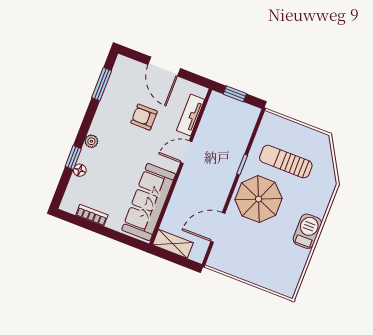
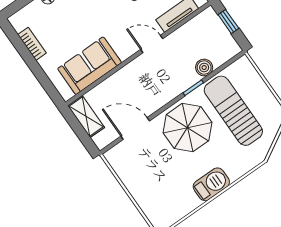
boiler: (240, 143) -> (204, 68), added
sun lounger: (286, 162) -> (233, 111), width x1.36, depth x1.34
sofa: (149, 202) -> (90, 66), width x0.73

